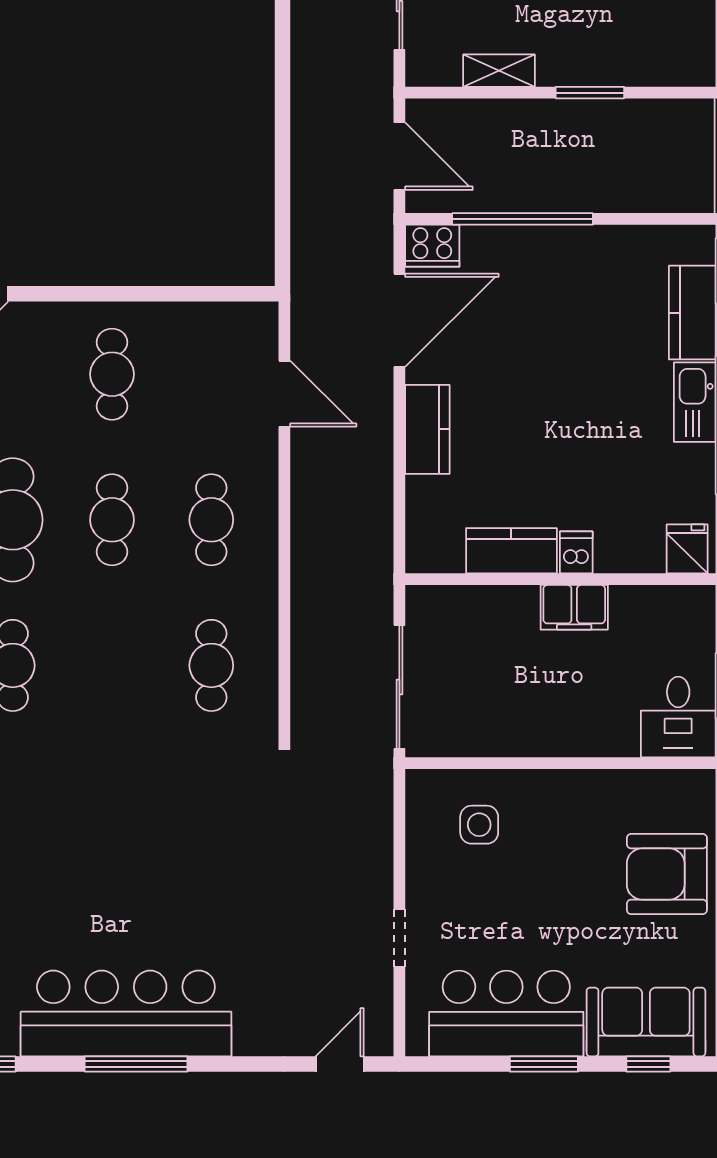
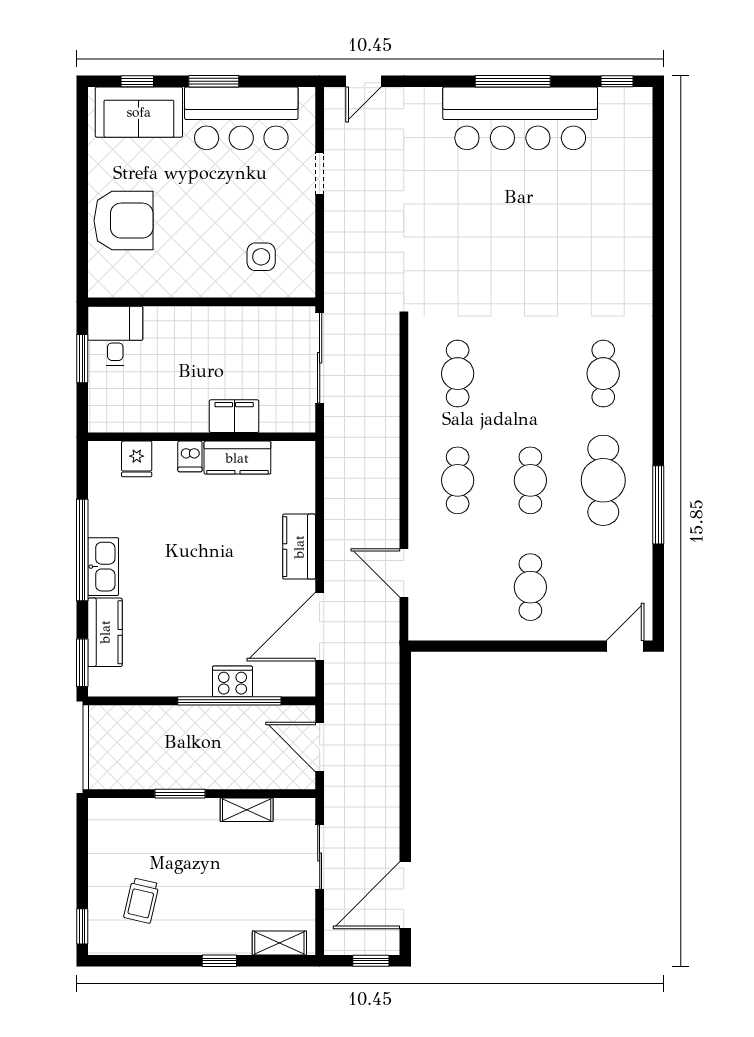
cooker: (432, 246) -> (232, 681), moved
fridge: (687, 549) -> (137, 459), moved
filing cabinet: (574, 607) -> (234, 416), moved

